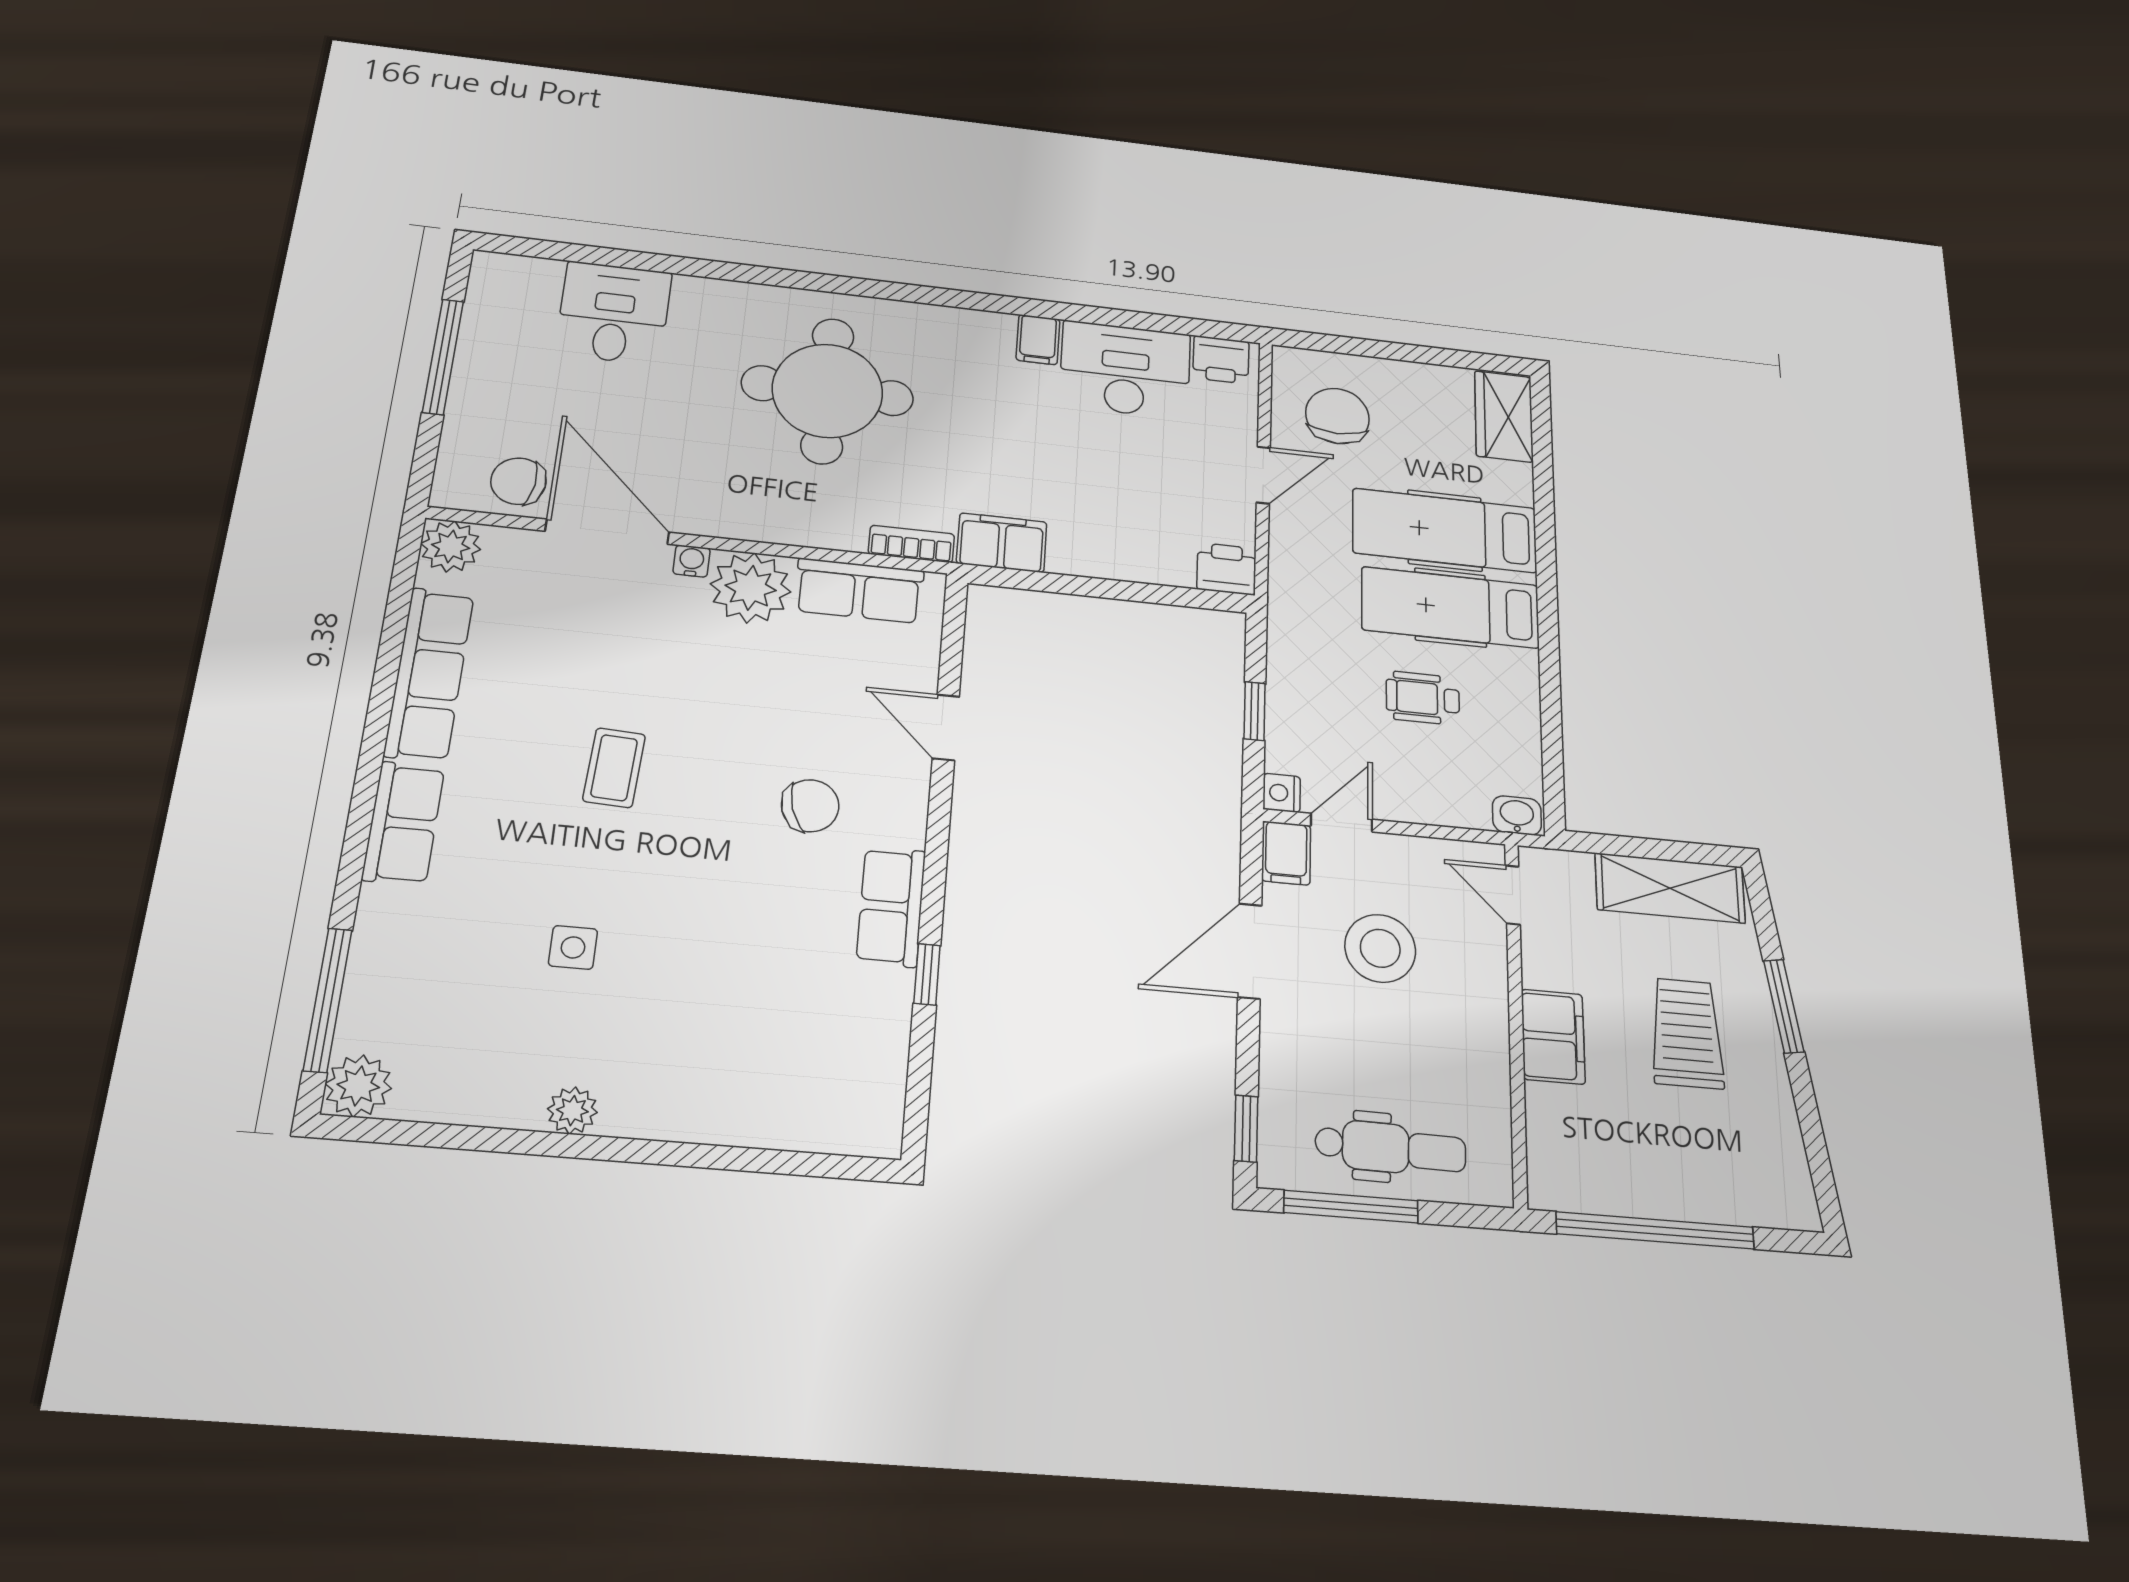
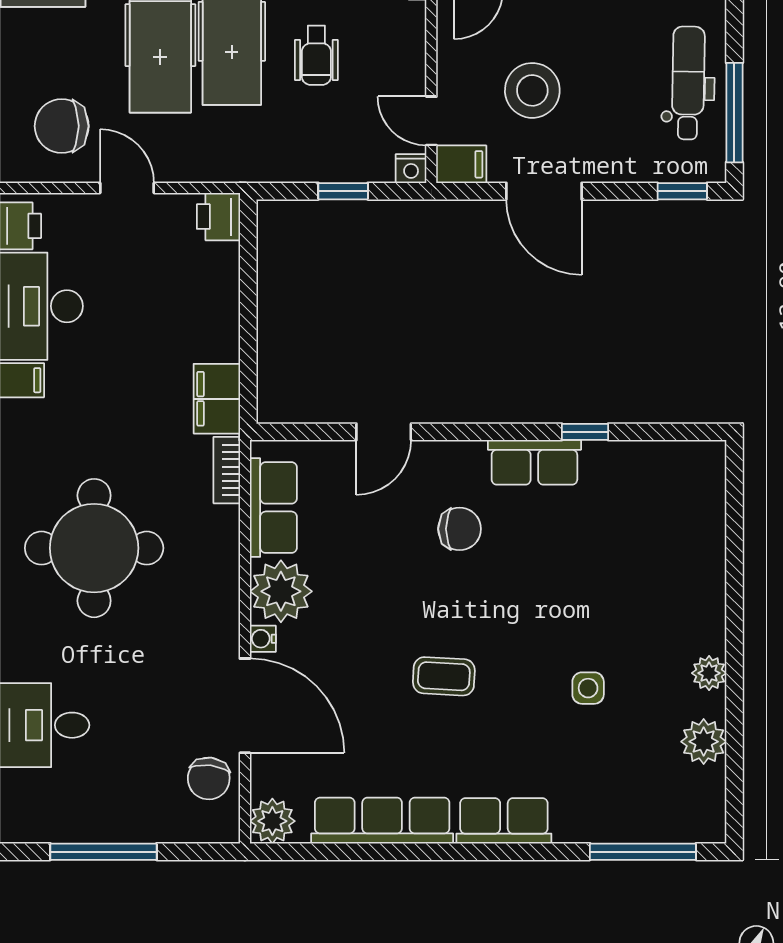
door: (607, 532) -> (245, 706), swing flipped
chair: (810, 806) -> (460, 529), turned 107
plant: (358, 1086) -> (704, 742), moved

